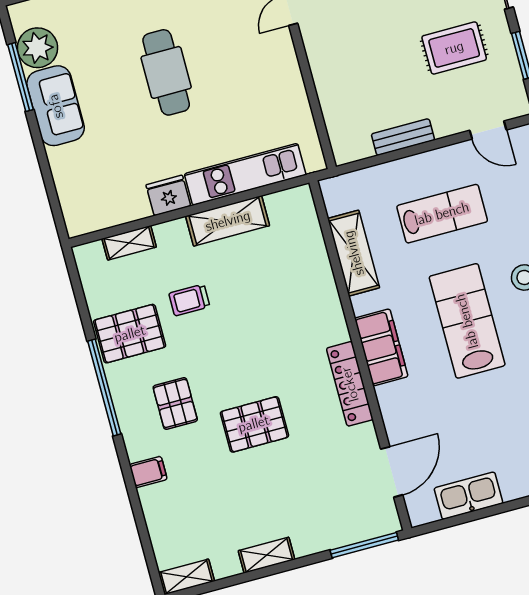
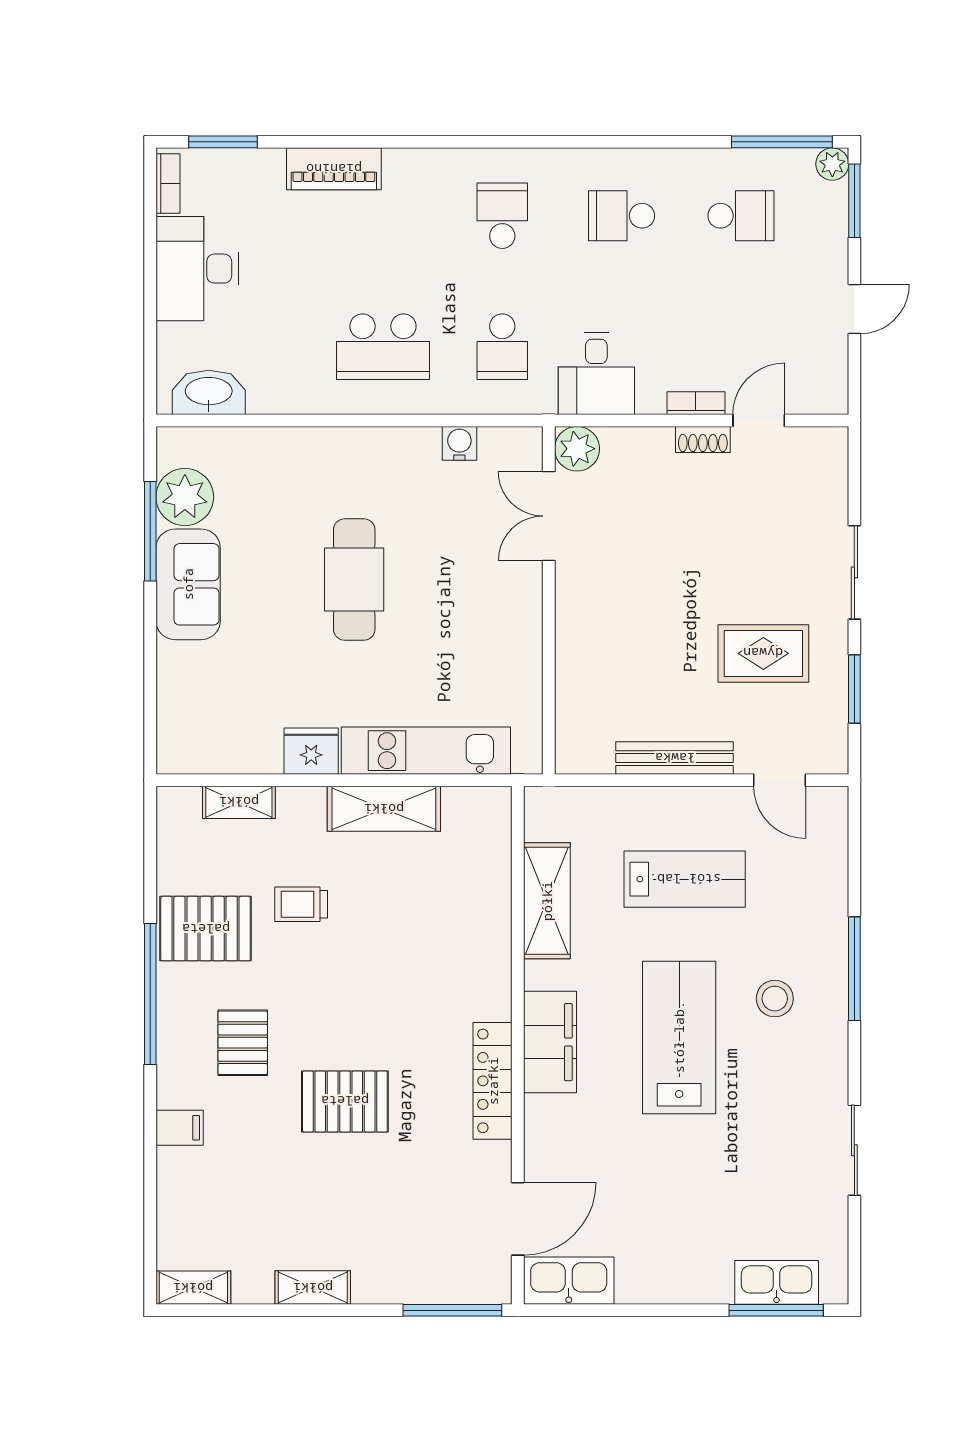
bench: (403, 137) -> (675, 758), width x1.36
kitchen sink: (468, 496) -> (569, 1281), moved

